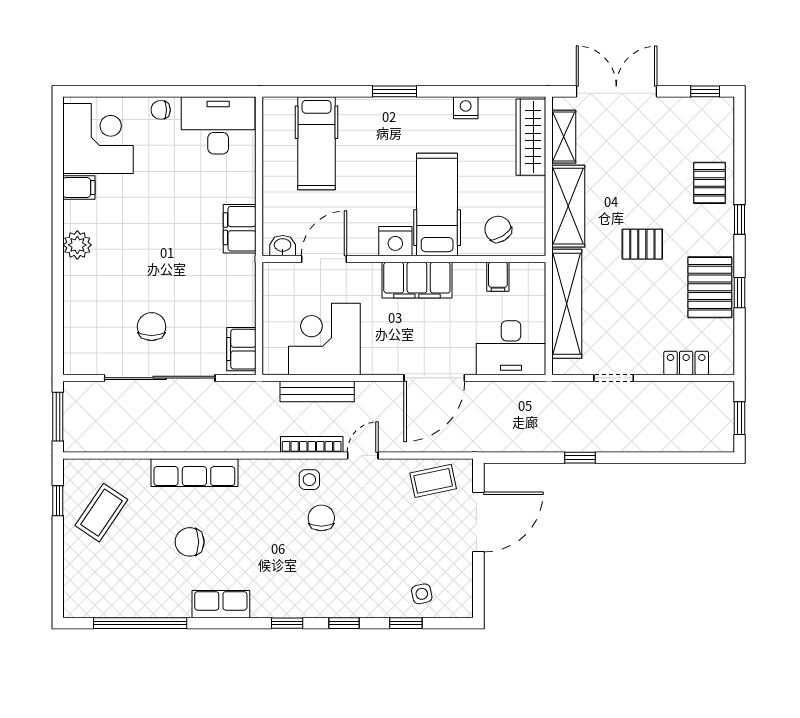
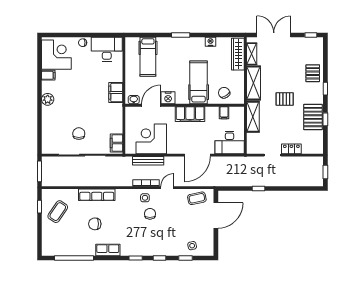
nightstand: (395, 241) -> (168, 98), moved
shelving: (567, 304) -> (253, 117), width x0.68
locker: (686, 363) -> (291, 149), moved

